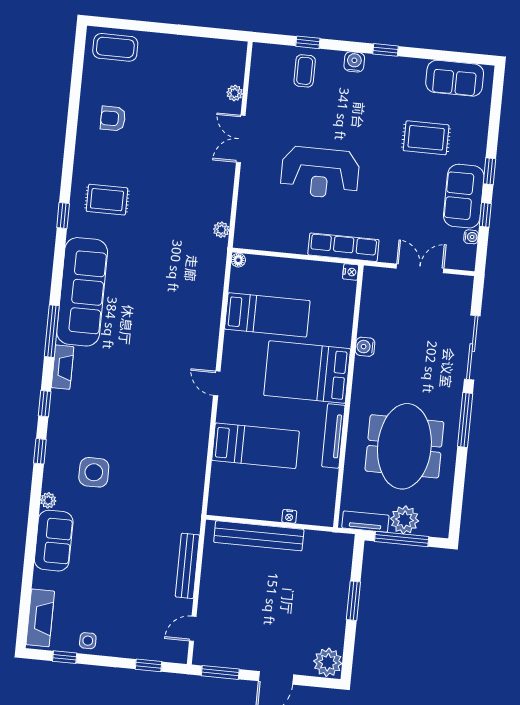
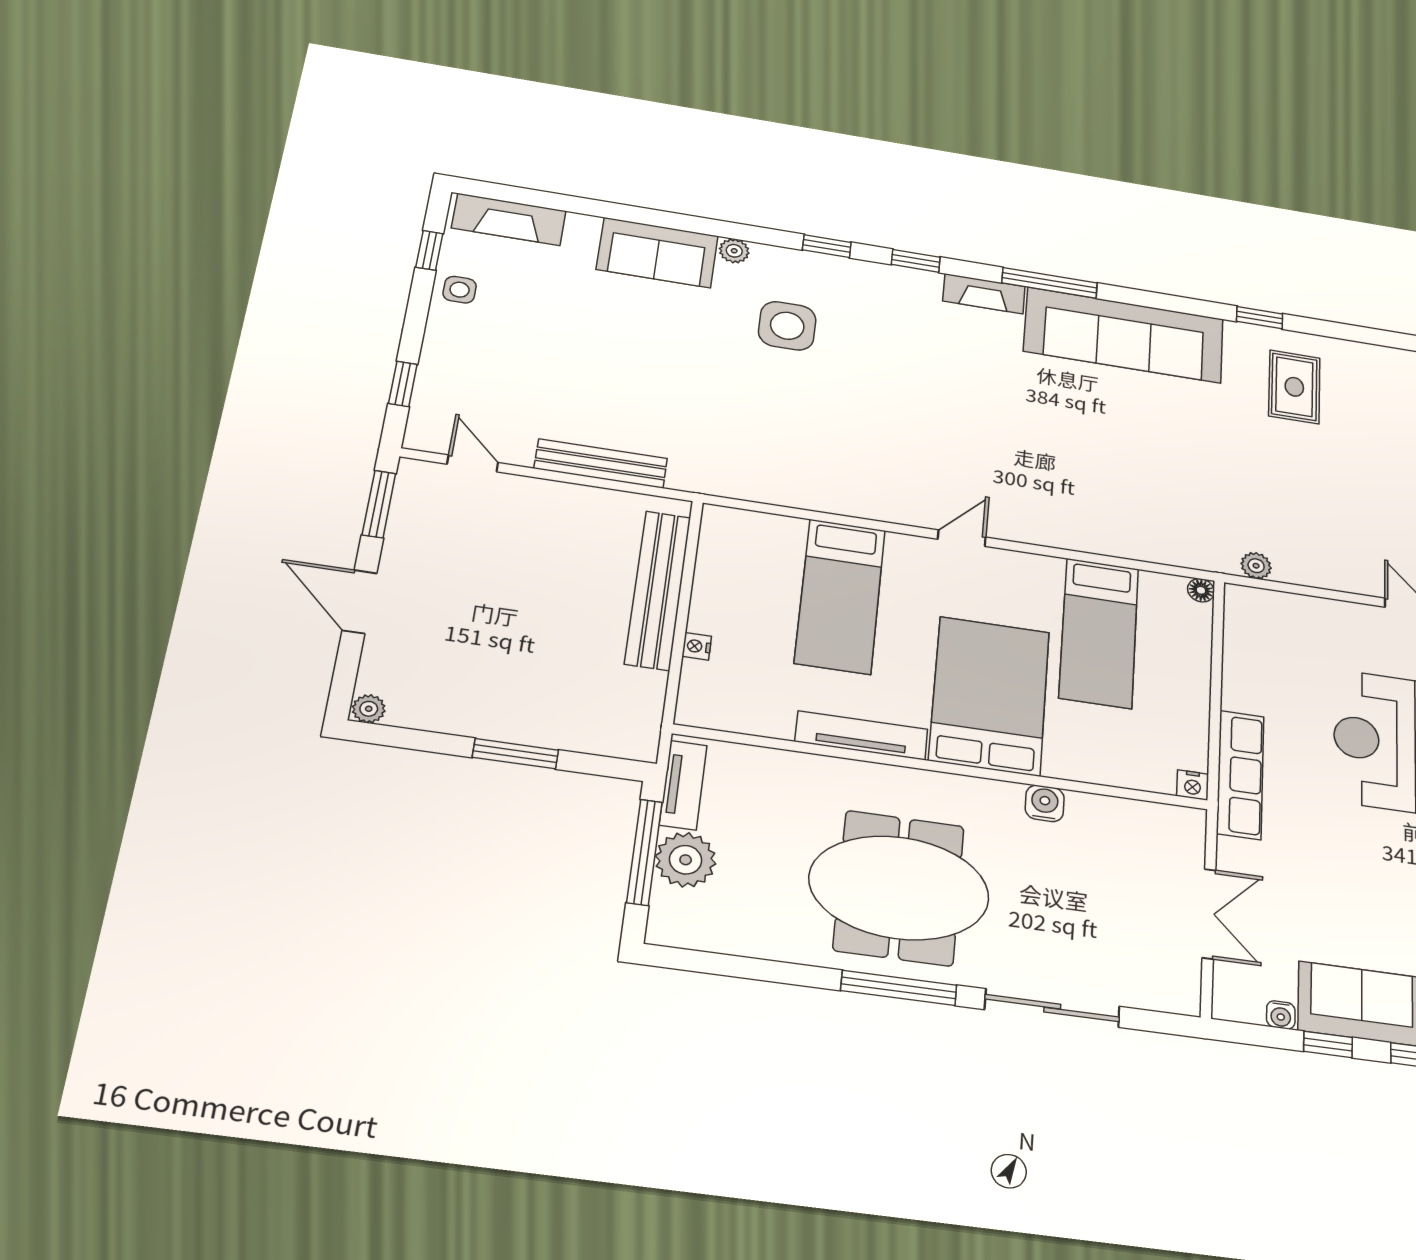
meeting table: (404, 446) -> (899, 888), moved
plant: (328, 662) -> (369, 709), width x0.53, depth x0.53

